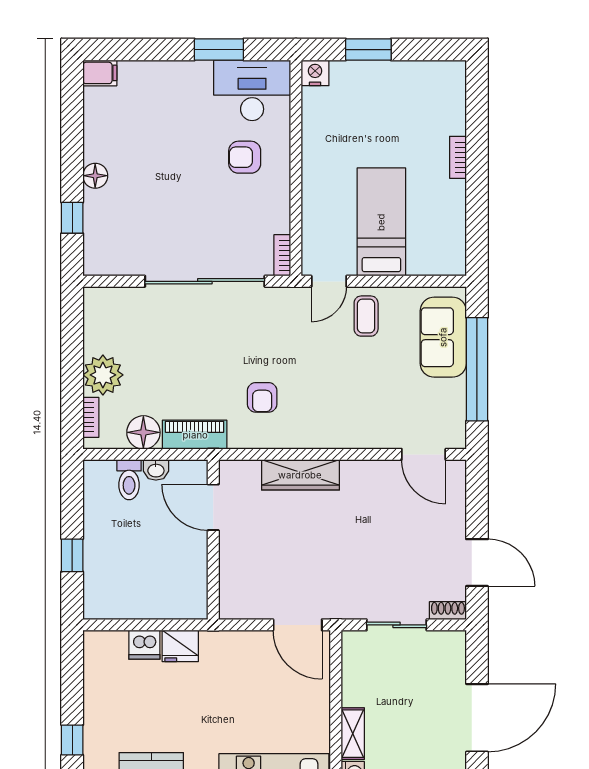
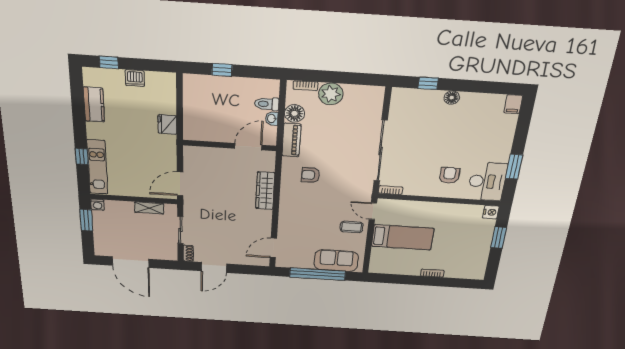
dishwasher: (144, 645) -> (135, 78), moved, turned -90
shelving: (353, 734) -> (149, 208), moved

